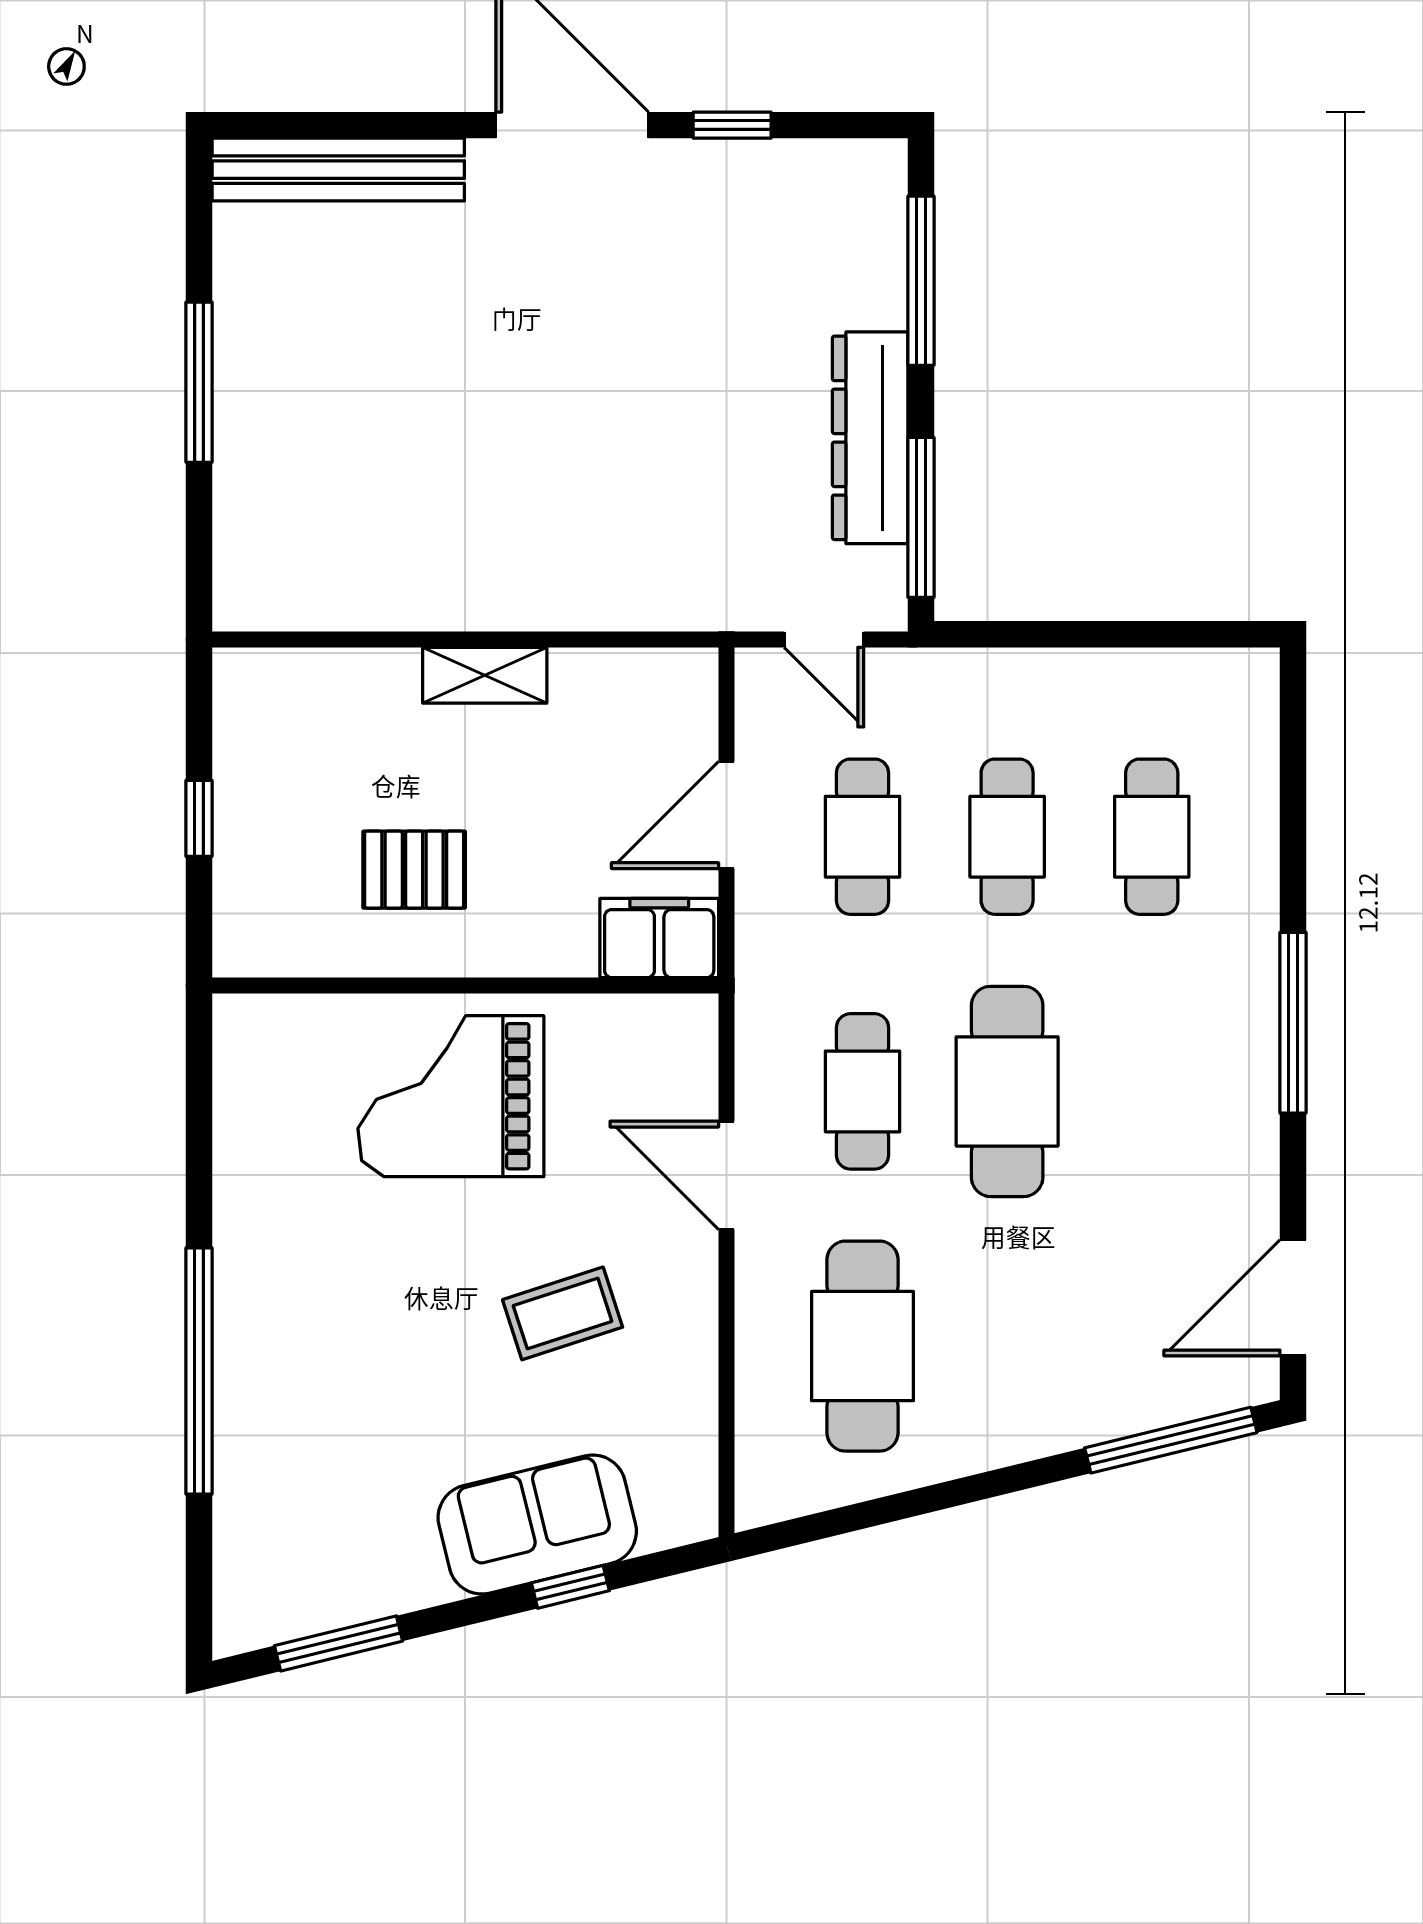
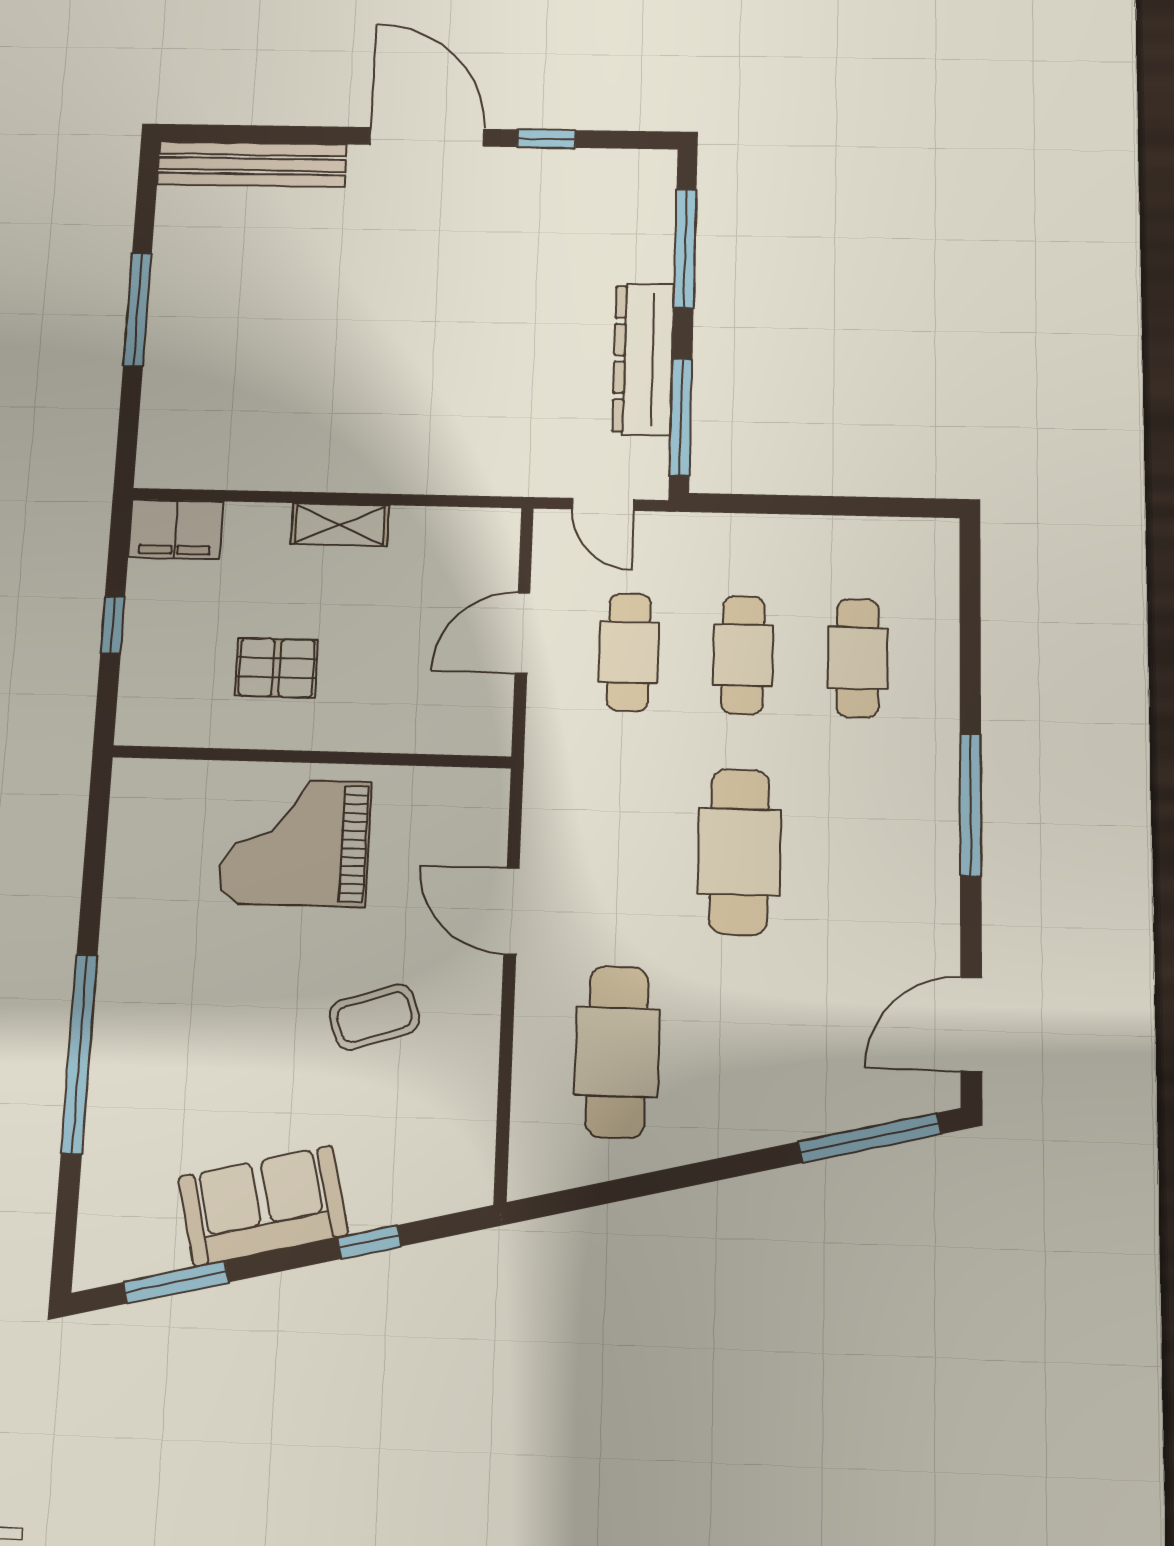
filing cabinet: (659, 938) -> (176, 529), moved, turned 180
cafe table: (863, 1091) -> (623, 848), removed
sofa: (537, 1525) -> (263, 1206), moved

